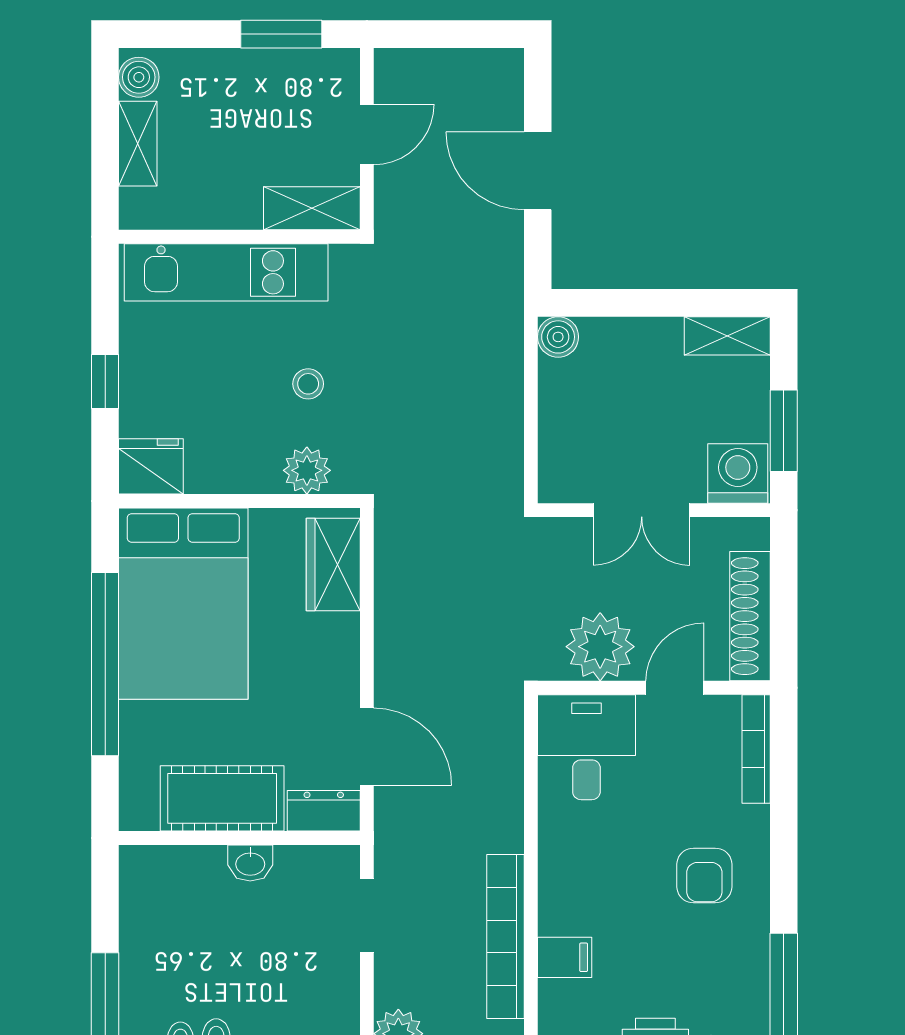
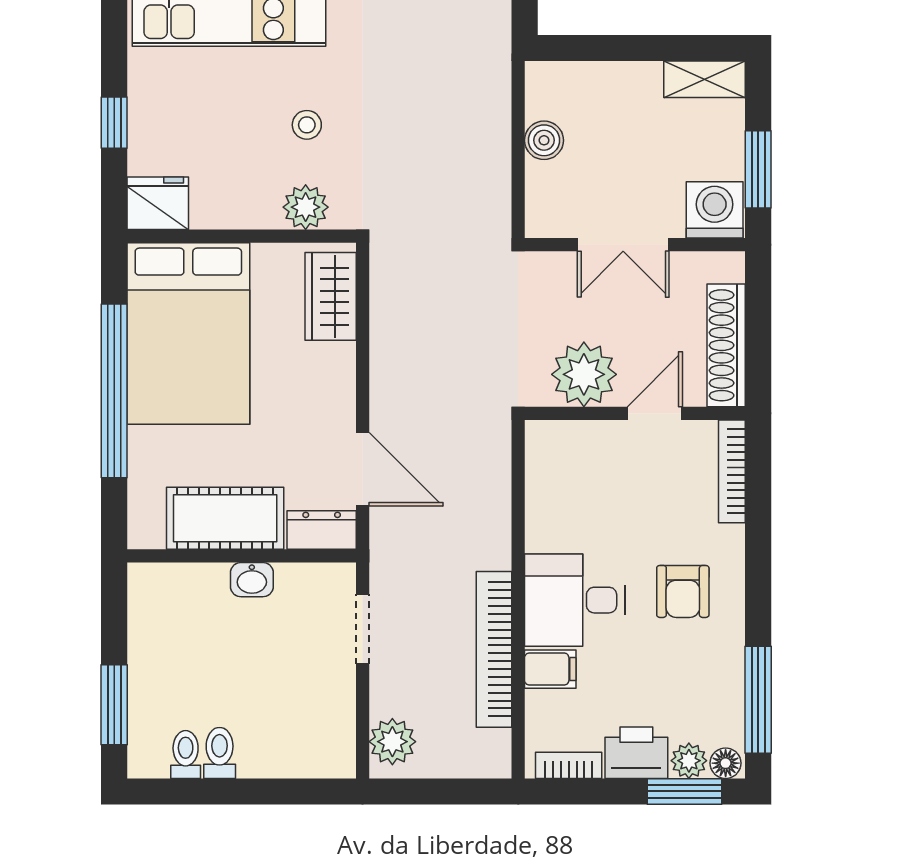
boiler: (558, 337) -> (544, 140), moved
desk: (586, 747) -> (575, 600), moved, turned -90

